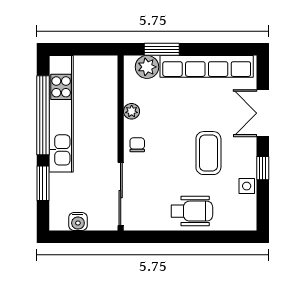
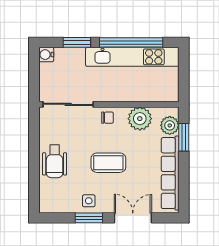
plant: (132, 111) -> (140, 119), width x1.88, depth x1.88
coffee table: (208, 153) -> (108, 163), moved
window: (263, 168) -> (89, 218), width x1.50
side table: (247, 186) -> (89, 201), moved
water cooler: (78, 222) -> (46, 55), moved

